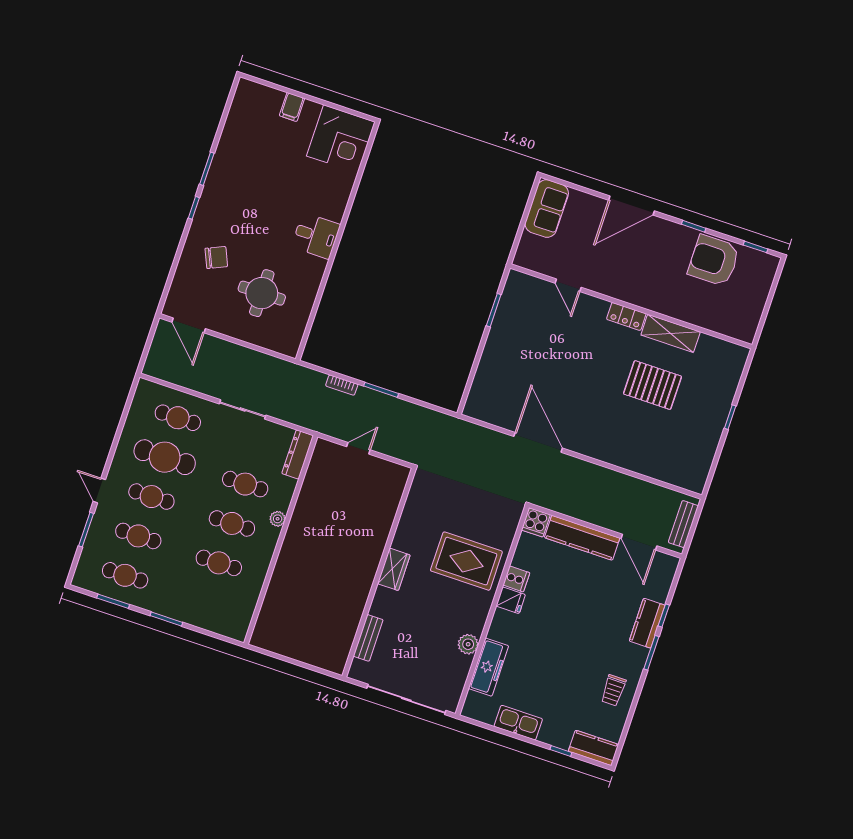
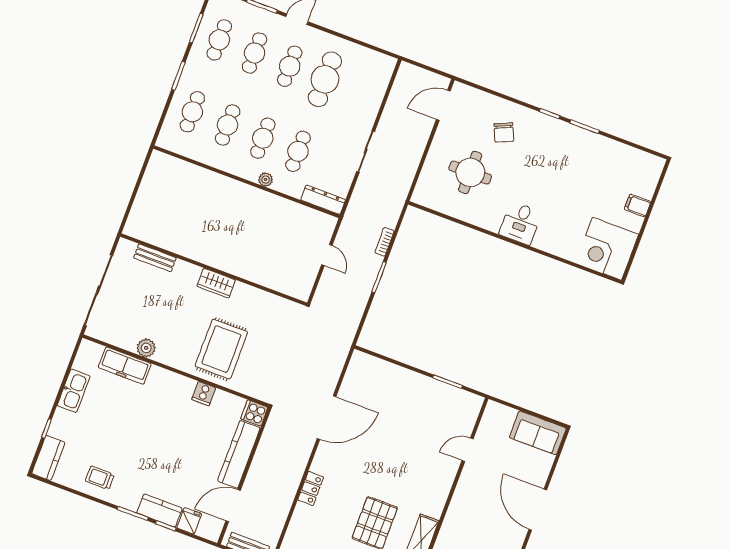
locker: (626, 316) -> (311, 489), moved, turned 180
cafe table: (178, 418) -> (192, 112), moved
fridge: (511, 600) -> (189, 521), moved, turned 180

